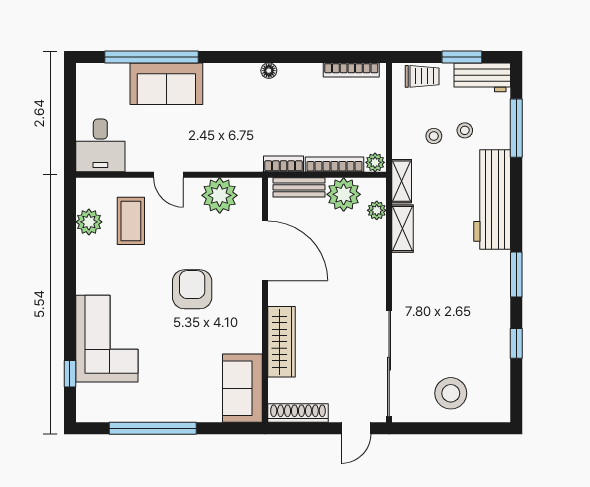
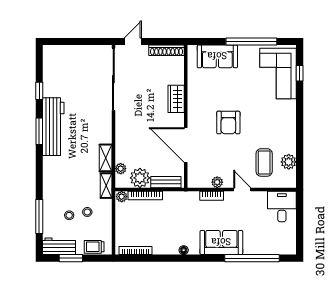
sofa: (166, 84) -> (221, 242), moved
bookcase: (284, 164) -> (212, 196), moved
plant: (220, 195) -> (217, 182), width x0.53, depth x0.53
workbench: (492, 200) -> (53, 127), moved
corner sofa: (107, 339) -> (278, 74), moved
wardrobe: (281, 342) -> (176, 99), width x0.67
sofa: (242, 388) -> (217, 56), moved, turned 90
stool: (451, 393) -> (77, 62), removed

